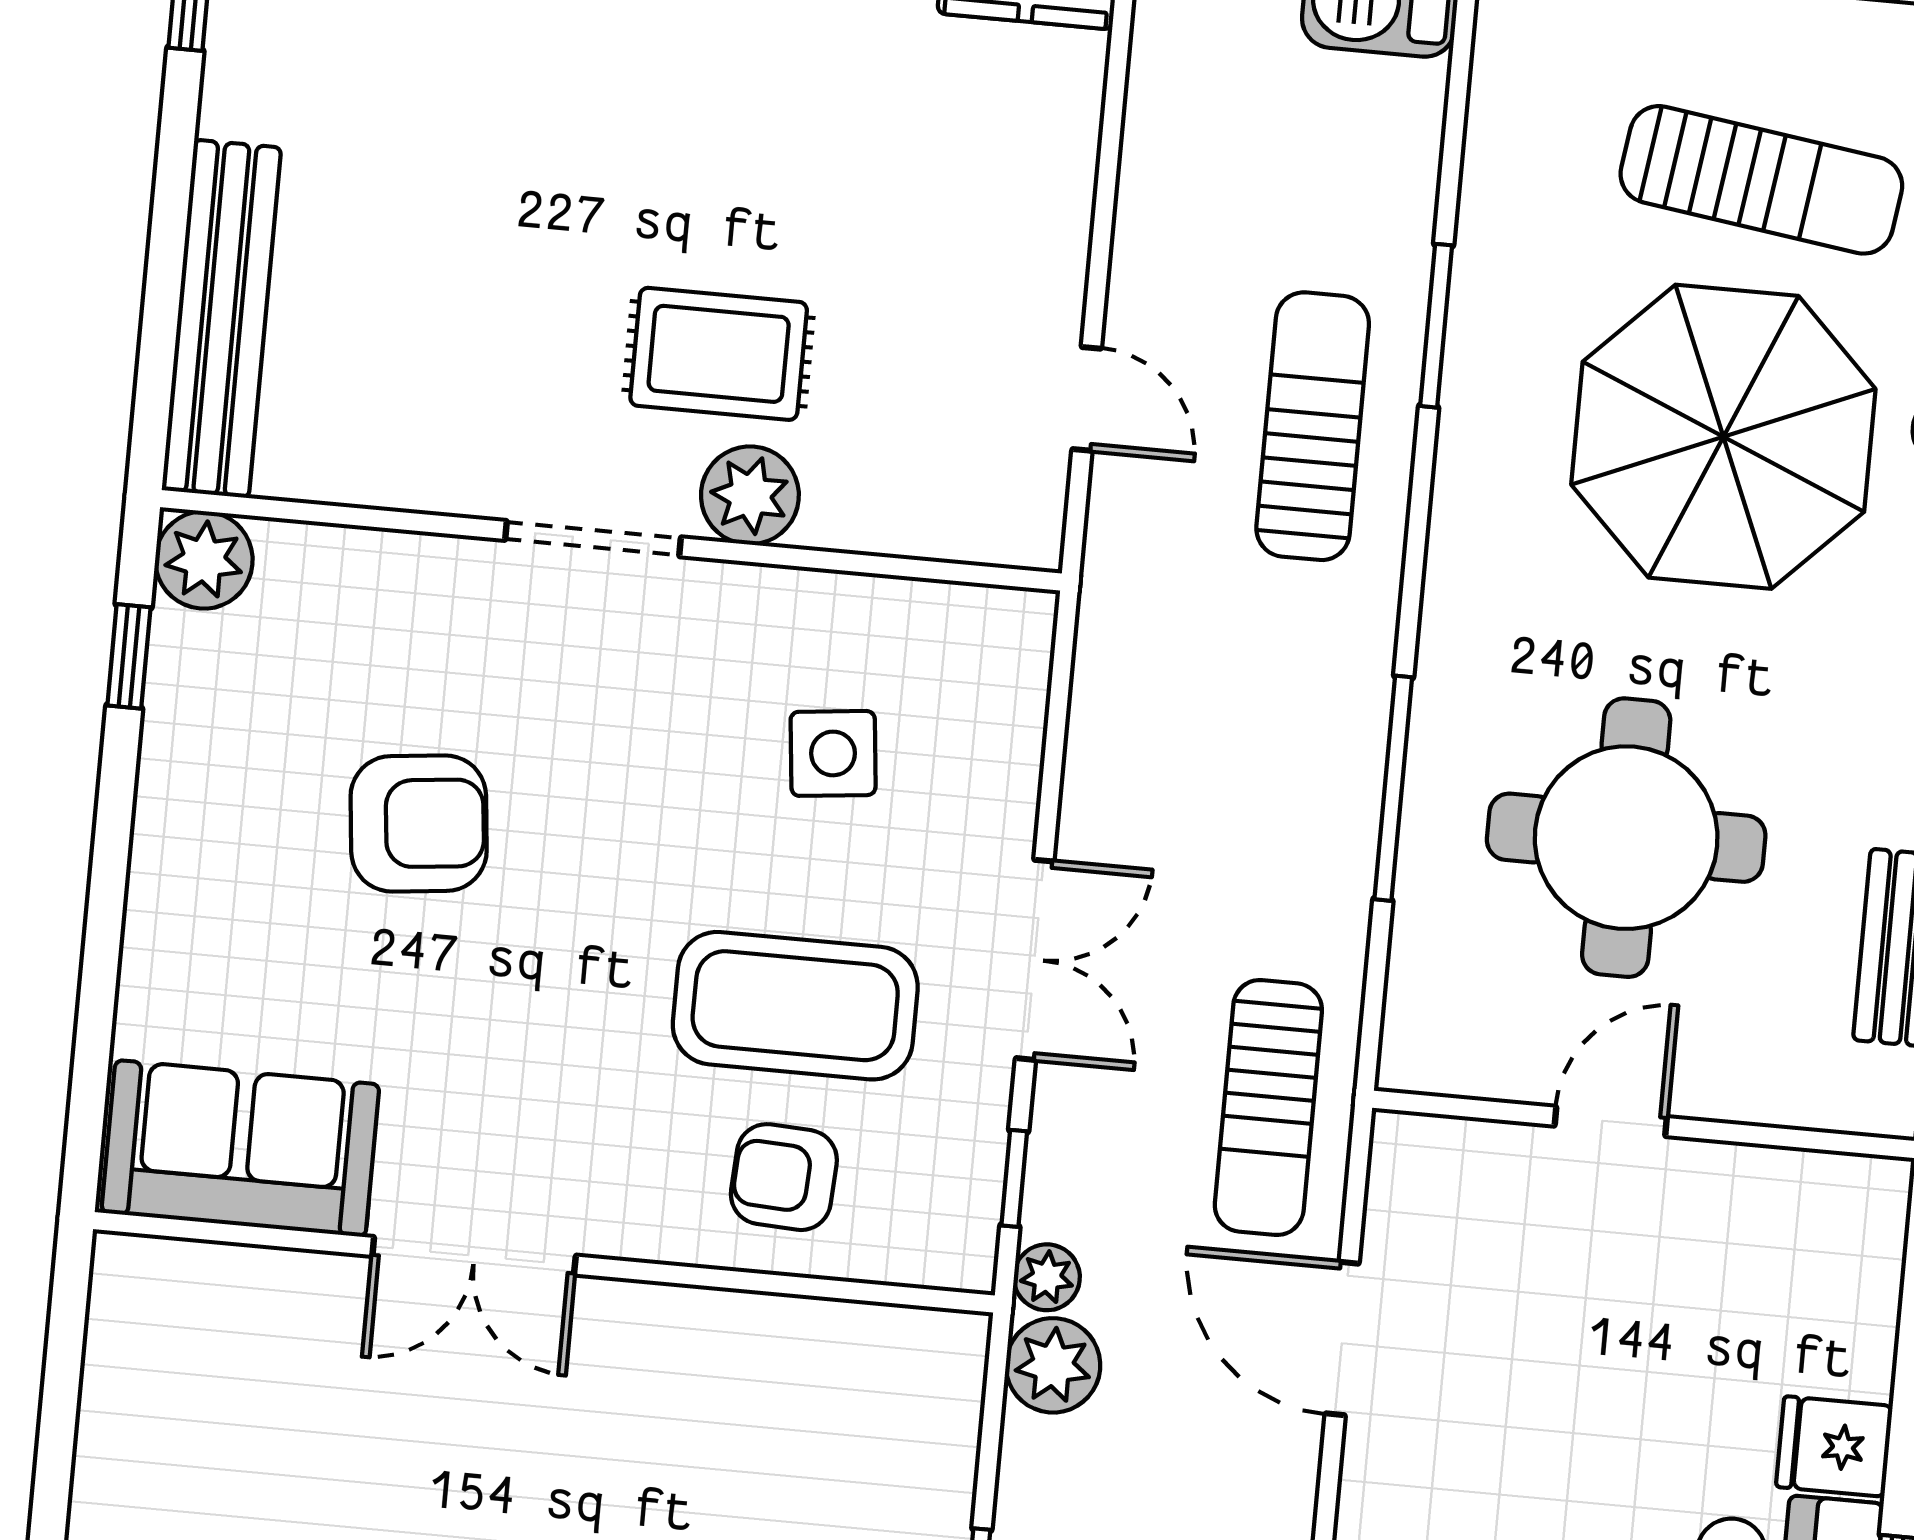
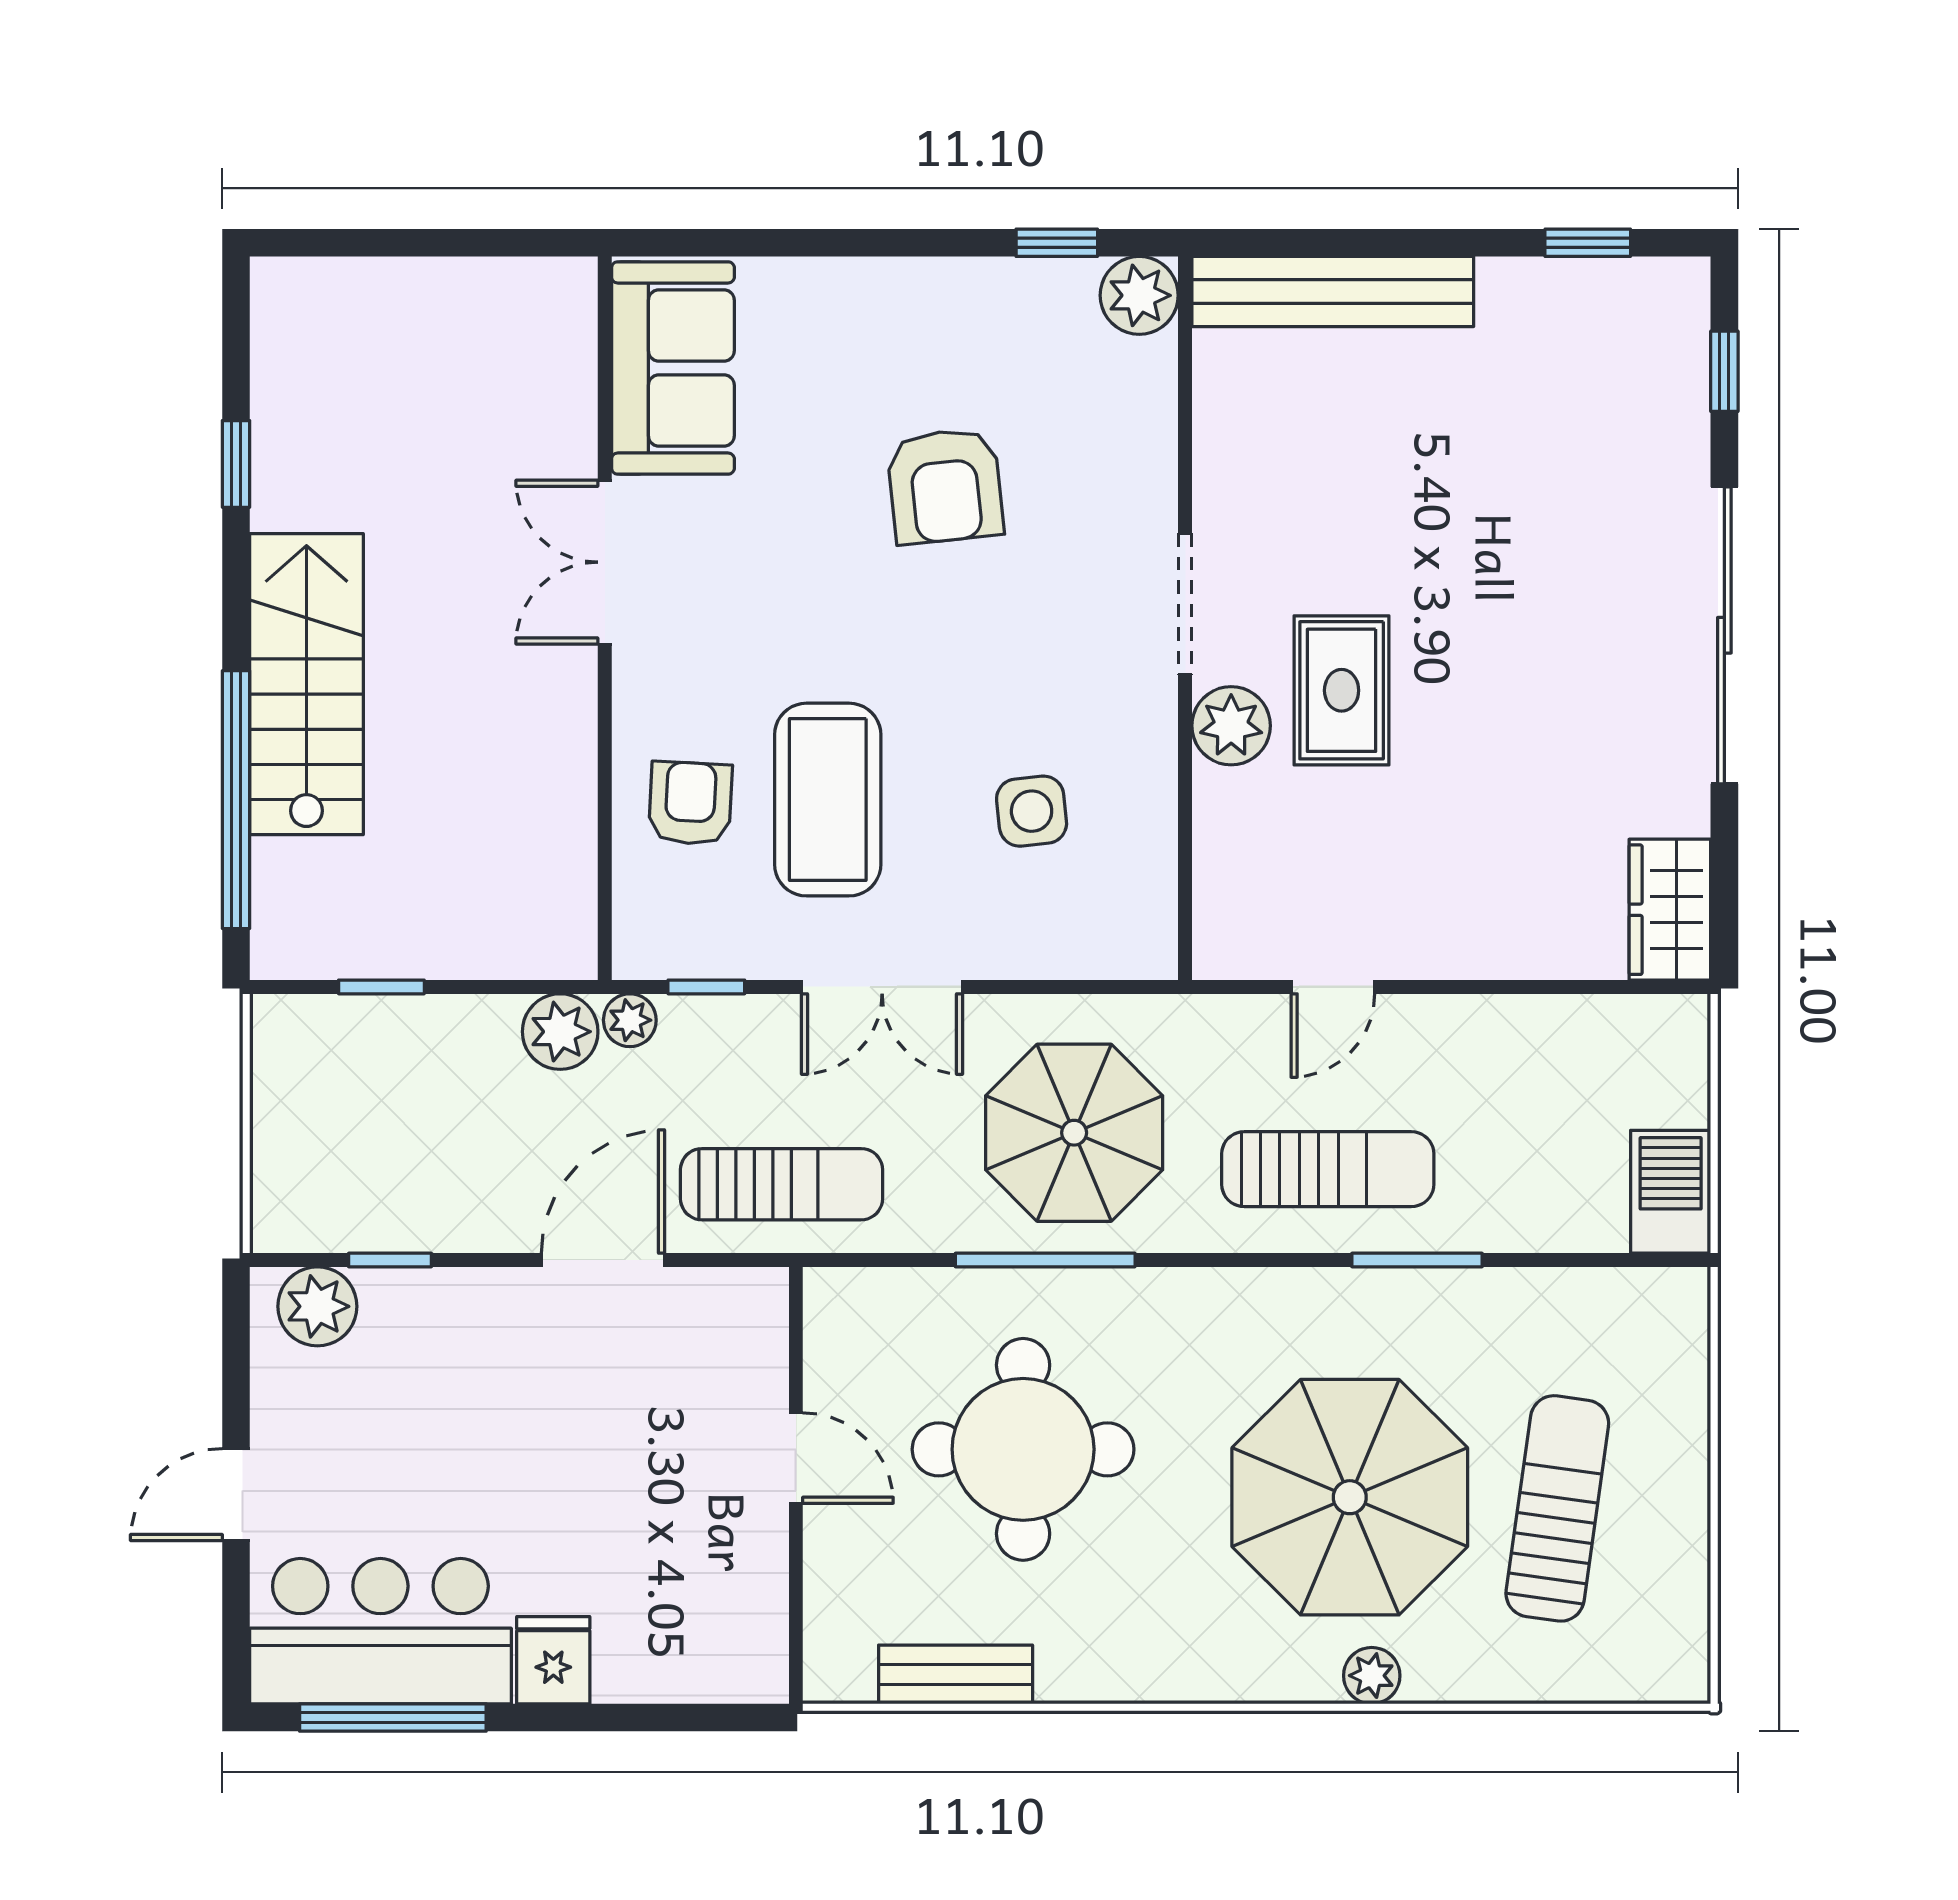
sun lounger: (1761, 180) -> (1557, 1508), turned 180
parasol: (1238, 738) -> (1074, 1133), added
sun lounger: (1268, 1108) -> (782, 1184), turned 180

